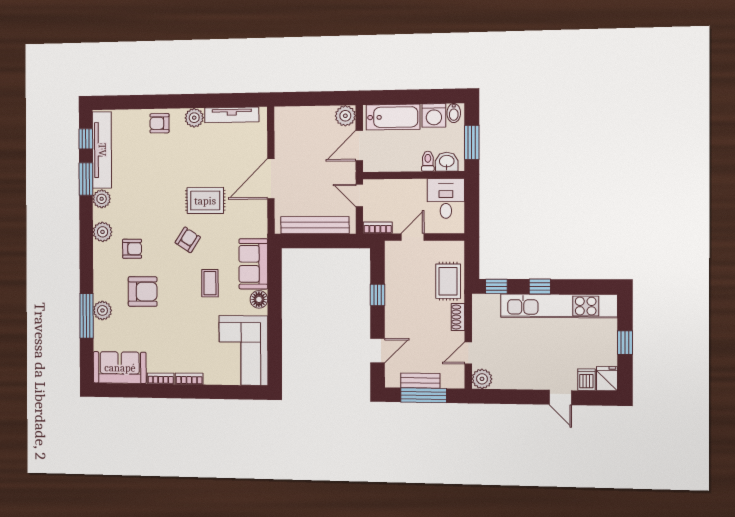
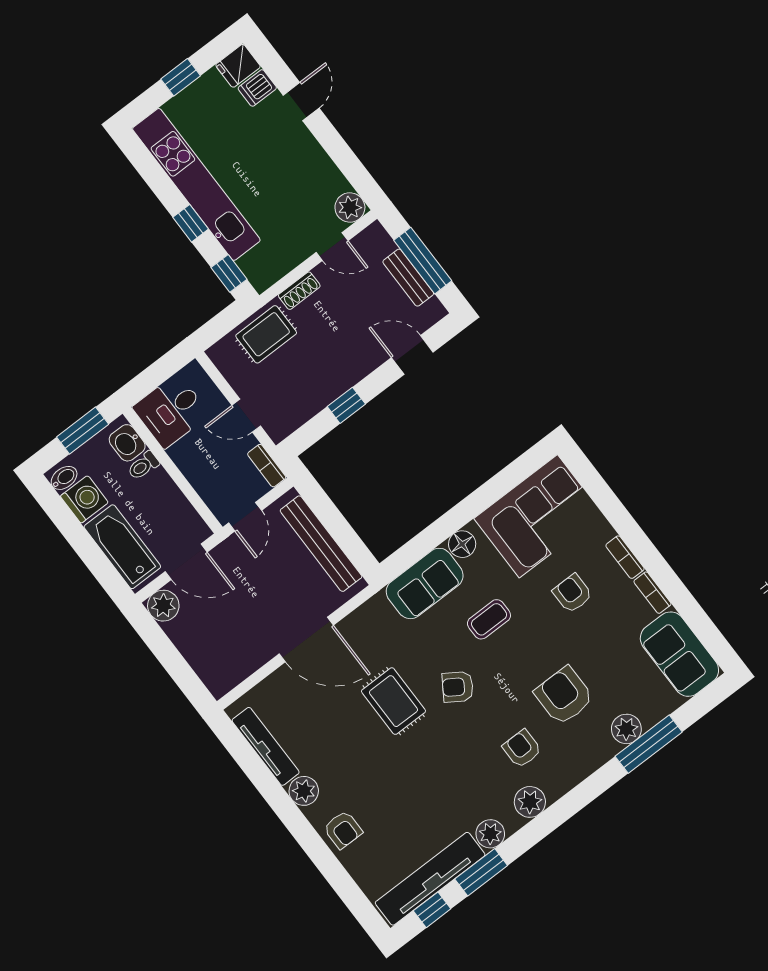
armchair: (191, 337) -> (572, 593), added

